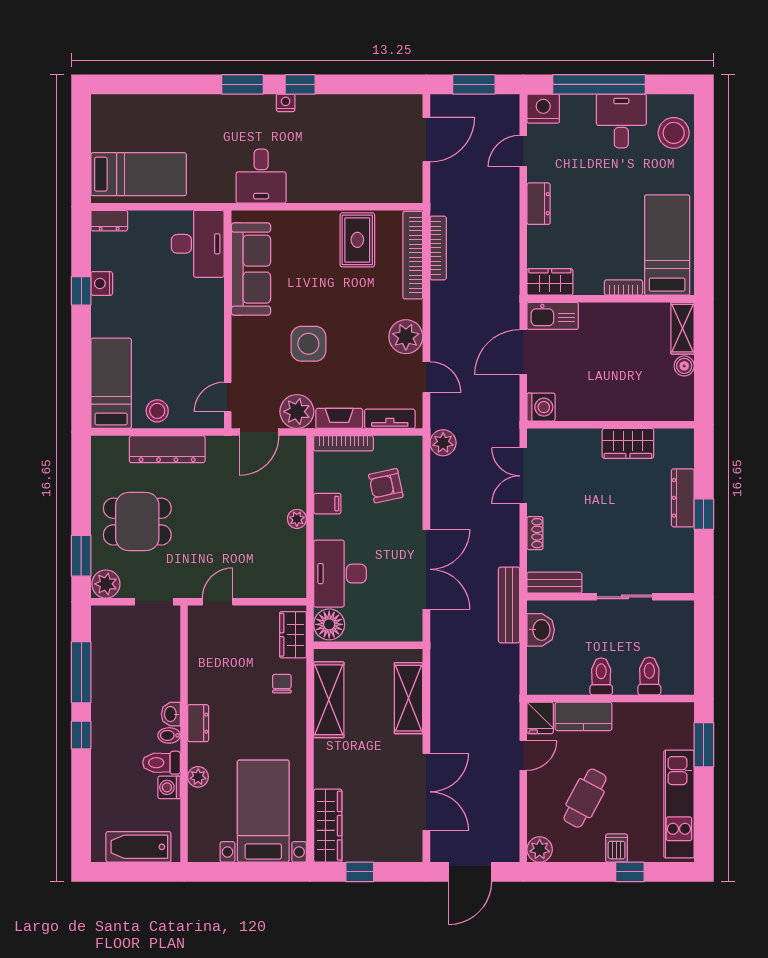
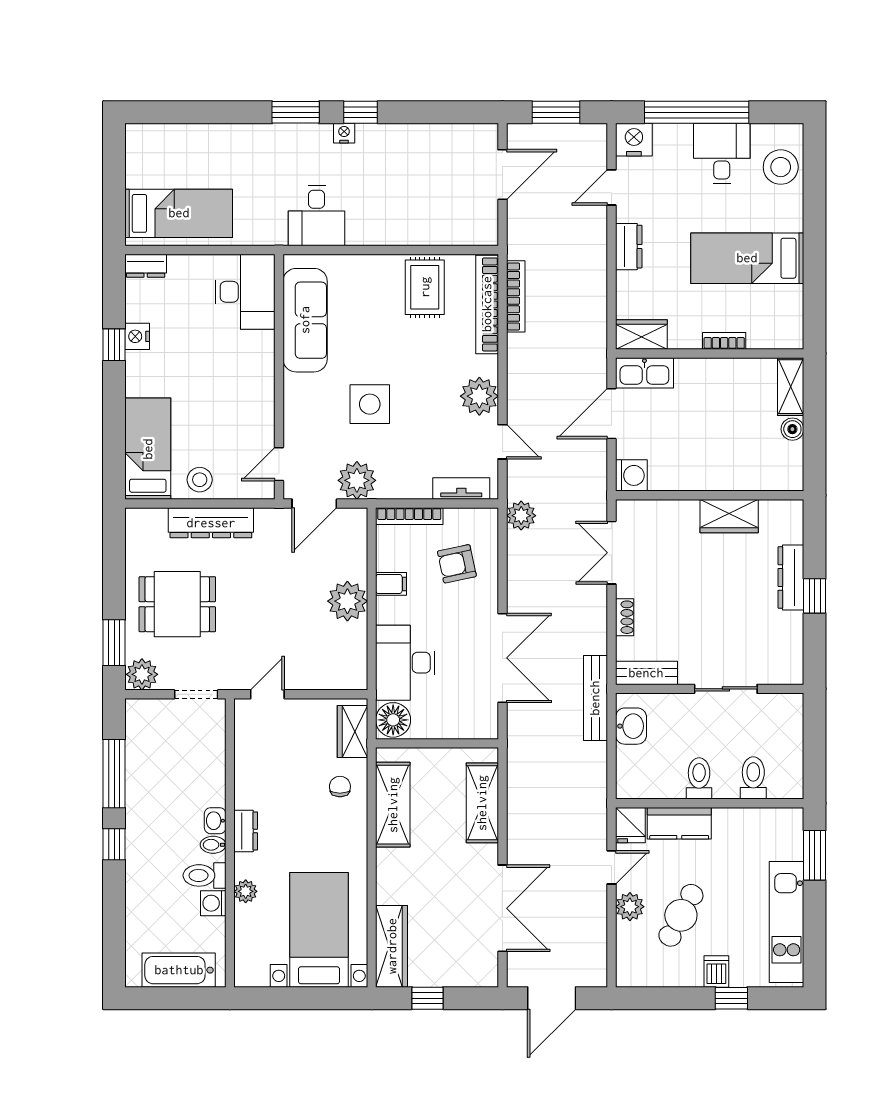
bed: (667, 245) -> (747, 258), moved, turned -90
fireplace: (339, 418) -> (404, 488), removed
plant: (297, 519) -> (347, 601), width x1.88, depth x1.88
plant: (540, 849) -> (630, 907), moved

